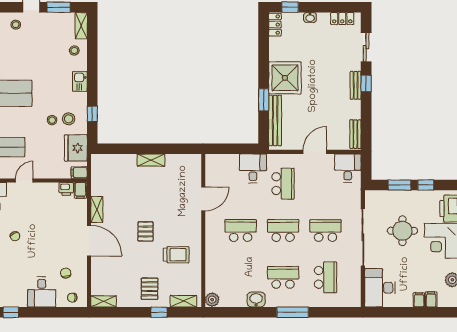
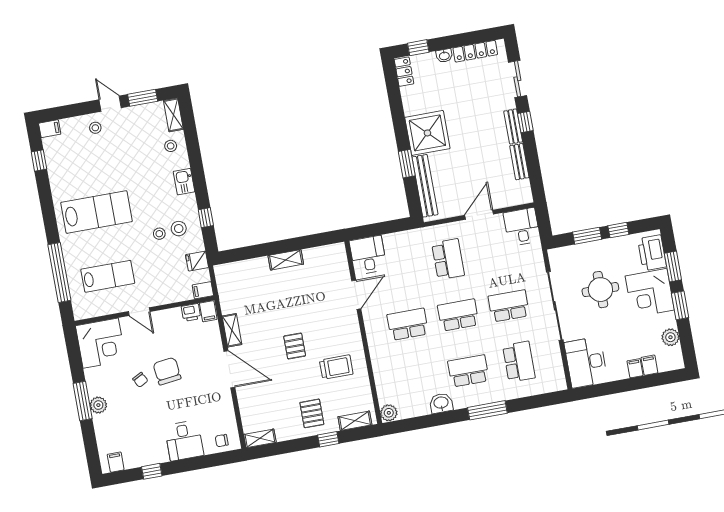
locker: (342, 19) -> (475, 51), width x1.53
bench: (355, 134) -> (519, 162), moved
fridge: (76, 148) -> (197, 261), width x0.53, depth x0.75
desk: (253, 168) -> (368, 255), moved
door: (24, 180) -> (139, 312), swing flipped
chair: (66, 273) -> (167, 371), moved, width x1.87, depth x1.87

